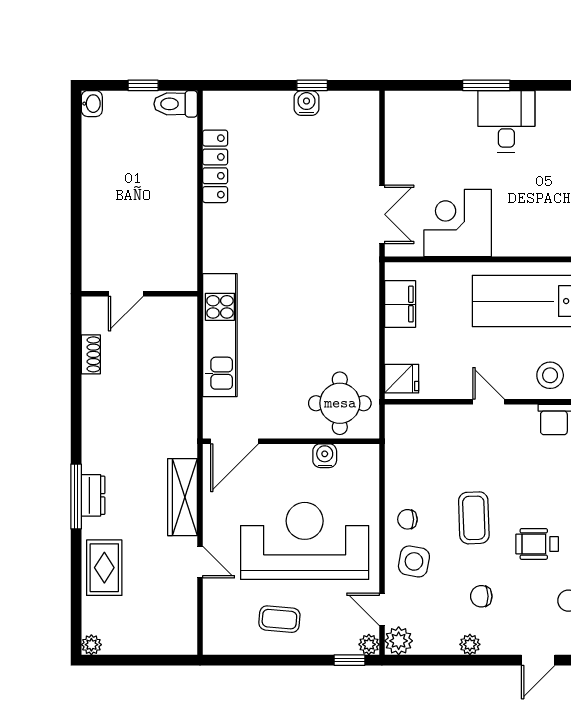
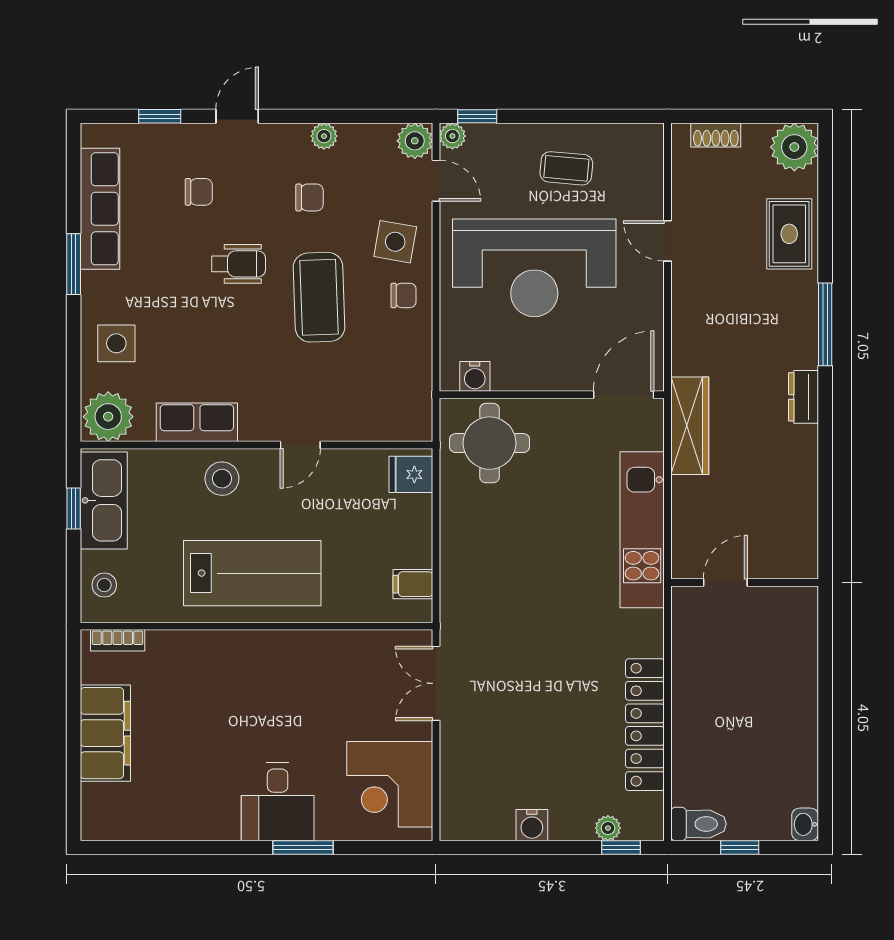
window: (312, 85) -> (621, 848), moved
plant: (247, 101) -> (608, 828), added
locker: (215, 166) -> (645, 725), width x1.41, depth x1.21
corner desk: (458, 223) -> (390, 784), moved, turned 90
door: (126, 294) -> (725, 583), moved
filing cabinet: (400, 304) -> (413, 584), width x0.50
shoe rack: (91, 354) -> (716, 135), moved, turned -90
door: (489, 402) -> (300, 445), hinge flipped
water cooler: (325, 456) -> (475, 376), moved
dresser: (93, 495) -> (803, 397), moved
wardrobe: (183, 497) -> (690, 426), moved
coffee table: (474, 518) -> (319, 297), width x1.36, depth x1.32
plant: (91, 645) -> (794, 147), width x1.88, depth x1.88

